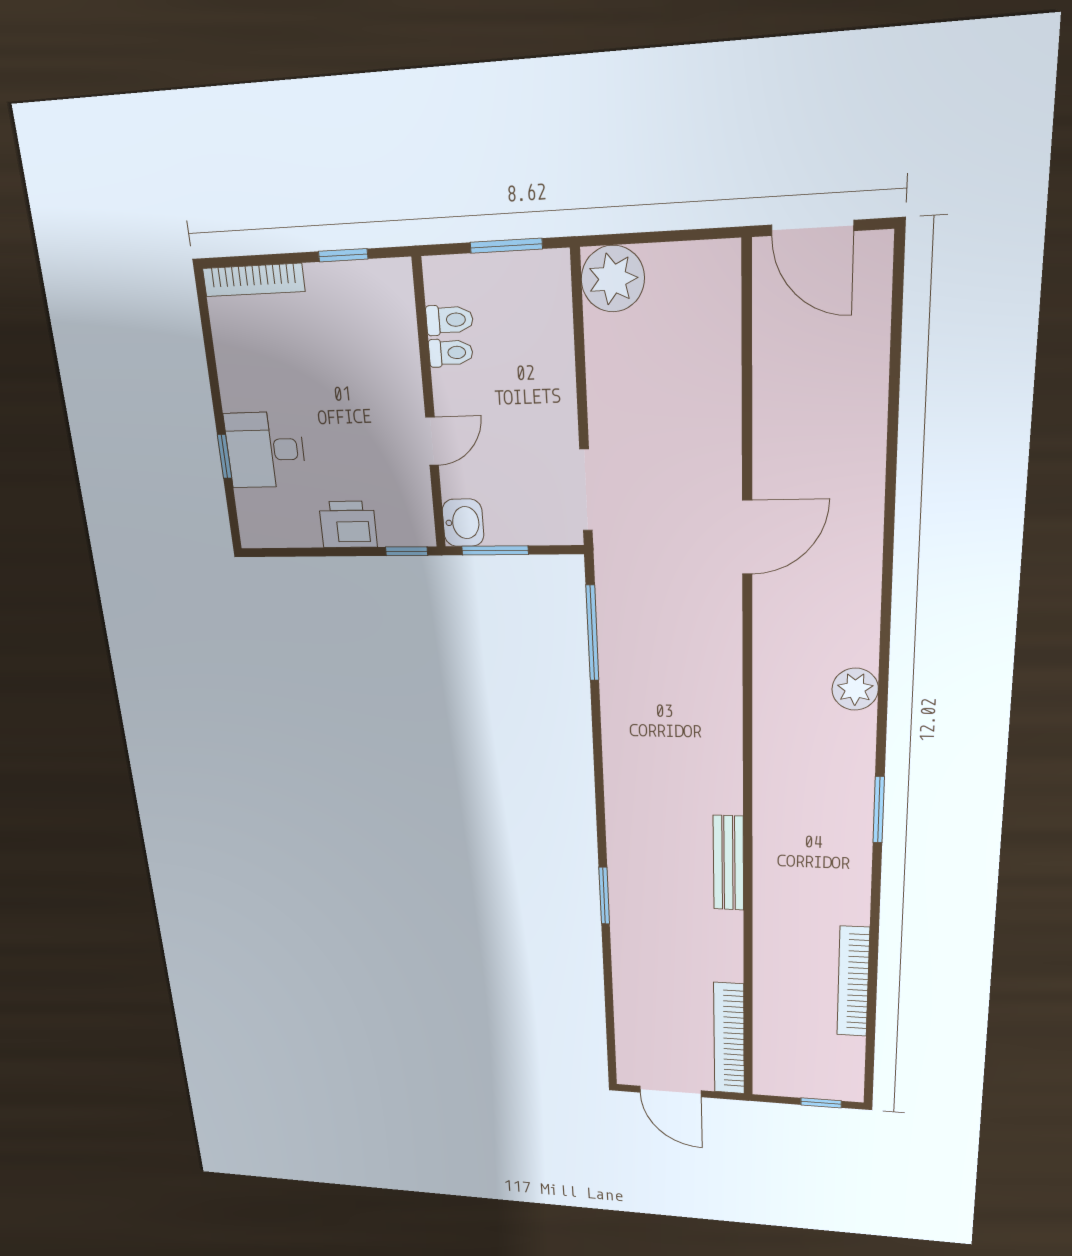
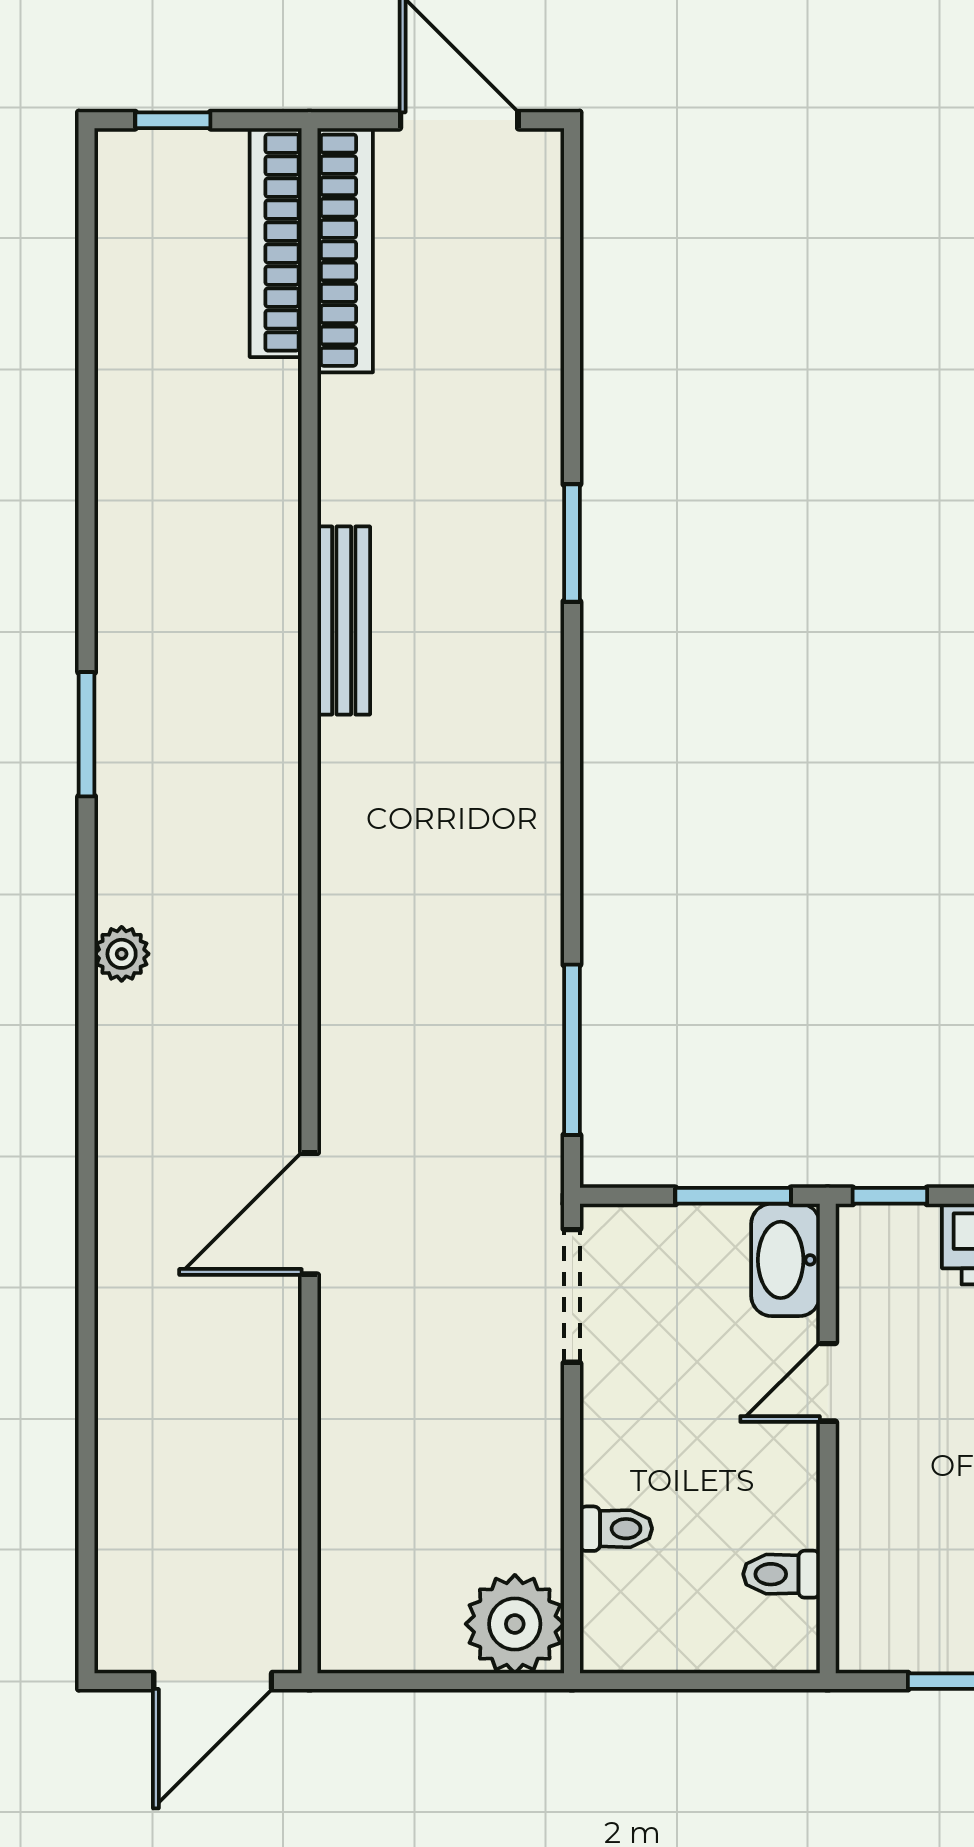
door: (812, 228) -> (213, 1681), swing flipped
window: (506, 246) -> (681, 1681), removed
toilet: (451, 353) -> (616, 1529), moved, turned 180
washbasin: (463, 523) -> (785, 1260), width x1.38
plant: (855, 689) -> (122, 954), width x0.73, depth x0.73
bookcase: (853, 982) -> (276, 243), moved, turned 180

